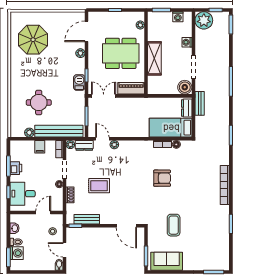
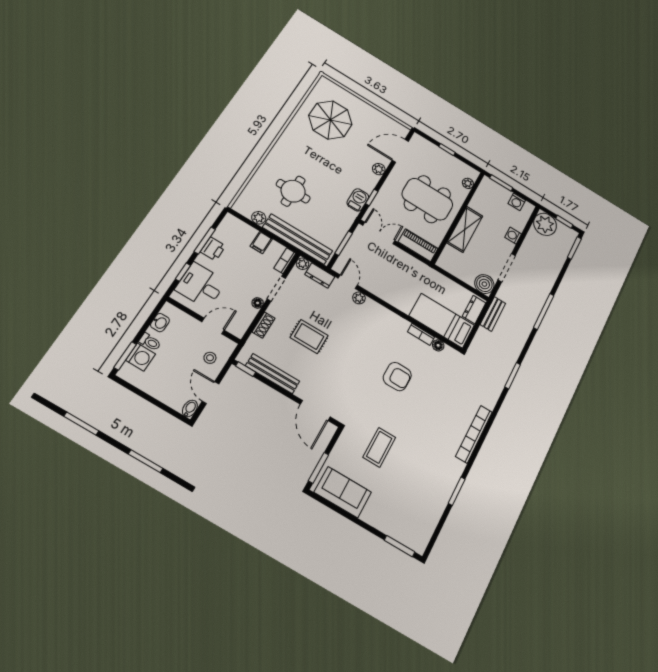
bench: (87, 219) -> (273, 374), width x1.36

